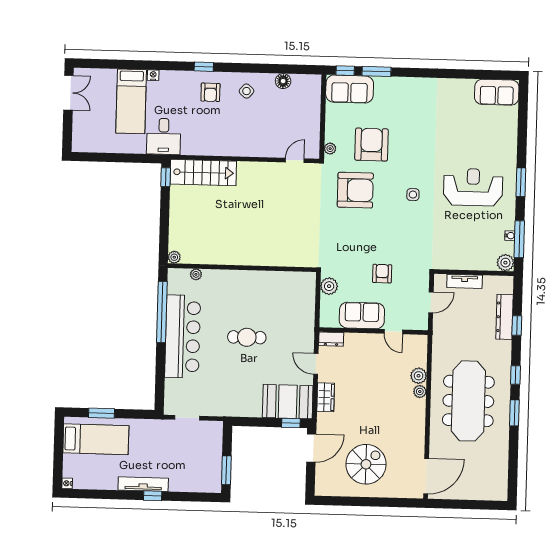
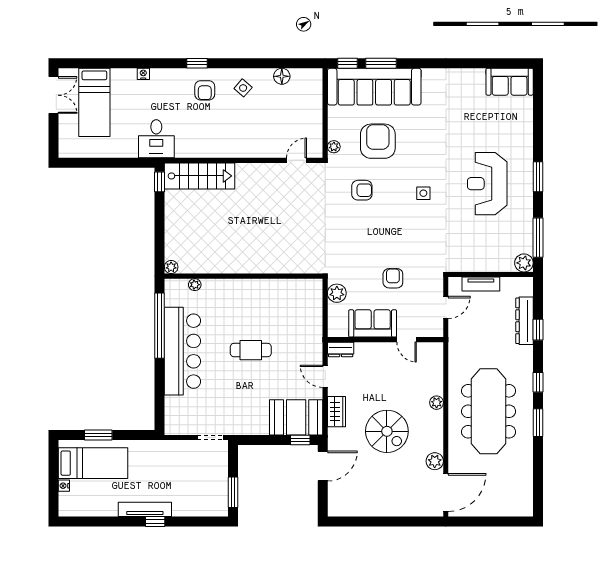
sofa: (350, 89) -> (374, 87), width x1.85, depth x1.27
bed: (131, 101) -> (94, 102), moved
reception desk: (473, 187) -> (487, 184), turned -90
armchair: (355, 190) -> (362, 190), width x0.53, depth x0.53
water cooler: (510, 236) -> (528, 234), removed
plant: (419, 376) -> (435, 461), moved
doorway: (187, 418) -> (211, 438), moved
spiral stairs: (366, 464) -> (387, 431), moved, turned 90
nightstand: (67, 483) -> (64, 486), moved

